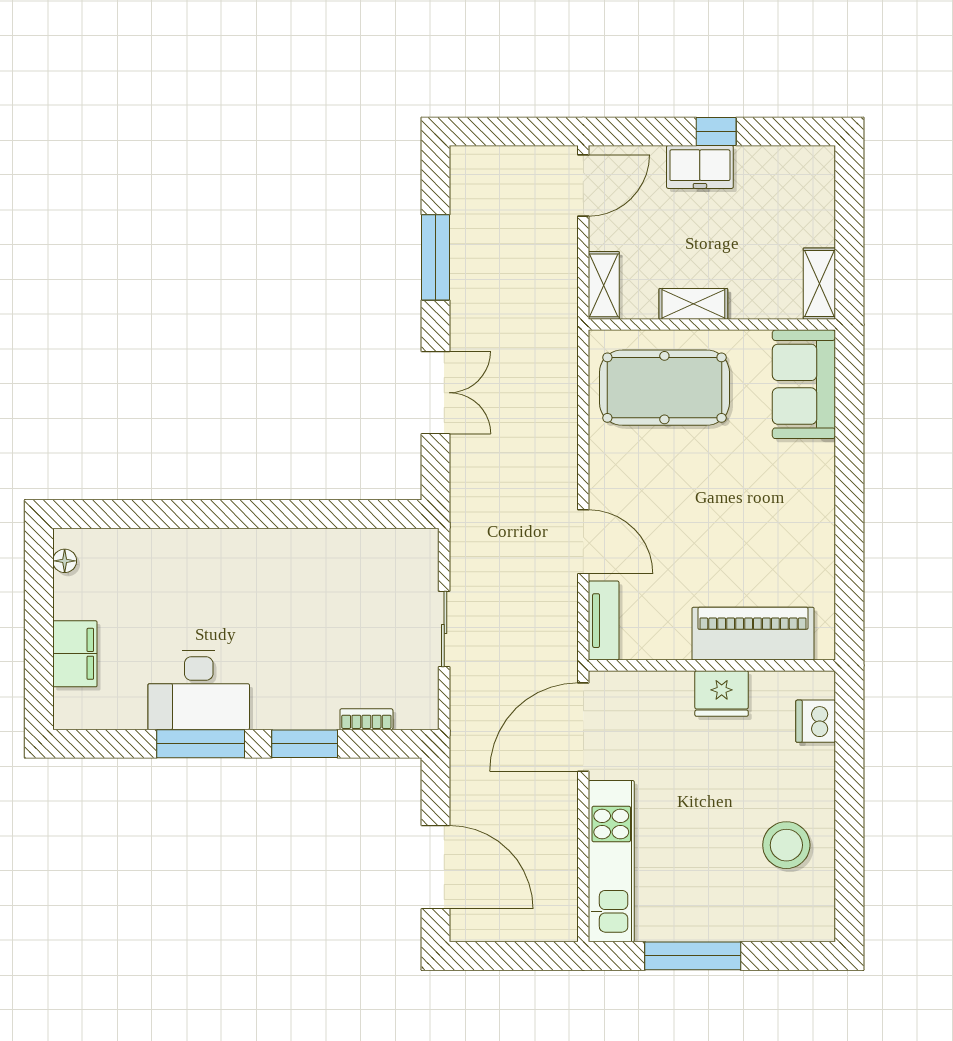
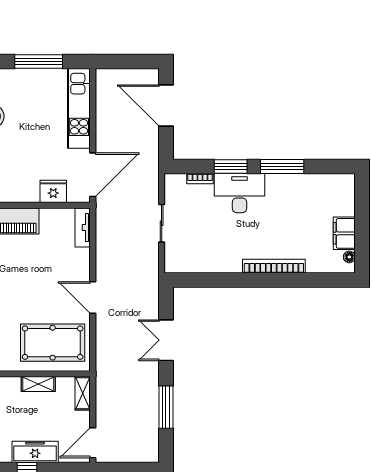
freezer: (700, 167) -> (35, 452), width x1.40
bookcase: (217, 542) -> (274, 266), added
door: (583, 542) -> (93, 298), moved
filing cabinet: (75, 654) -> (344, 233), moved
desk: (199, 690) -> (239, 193), moved
fridge: (722, 693) -> (53, 191), moved

